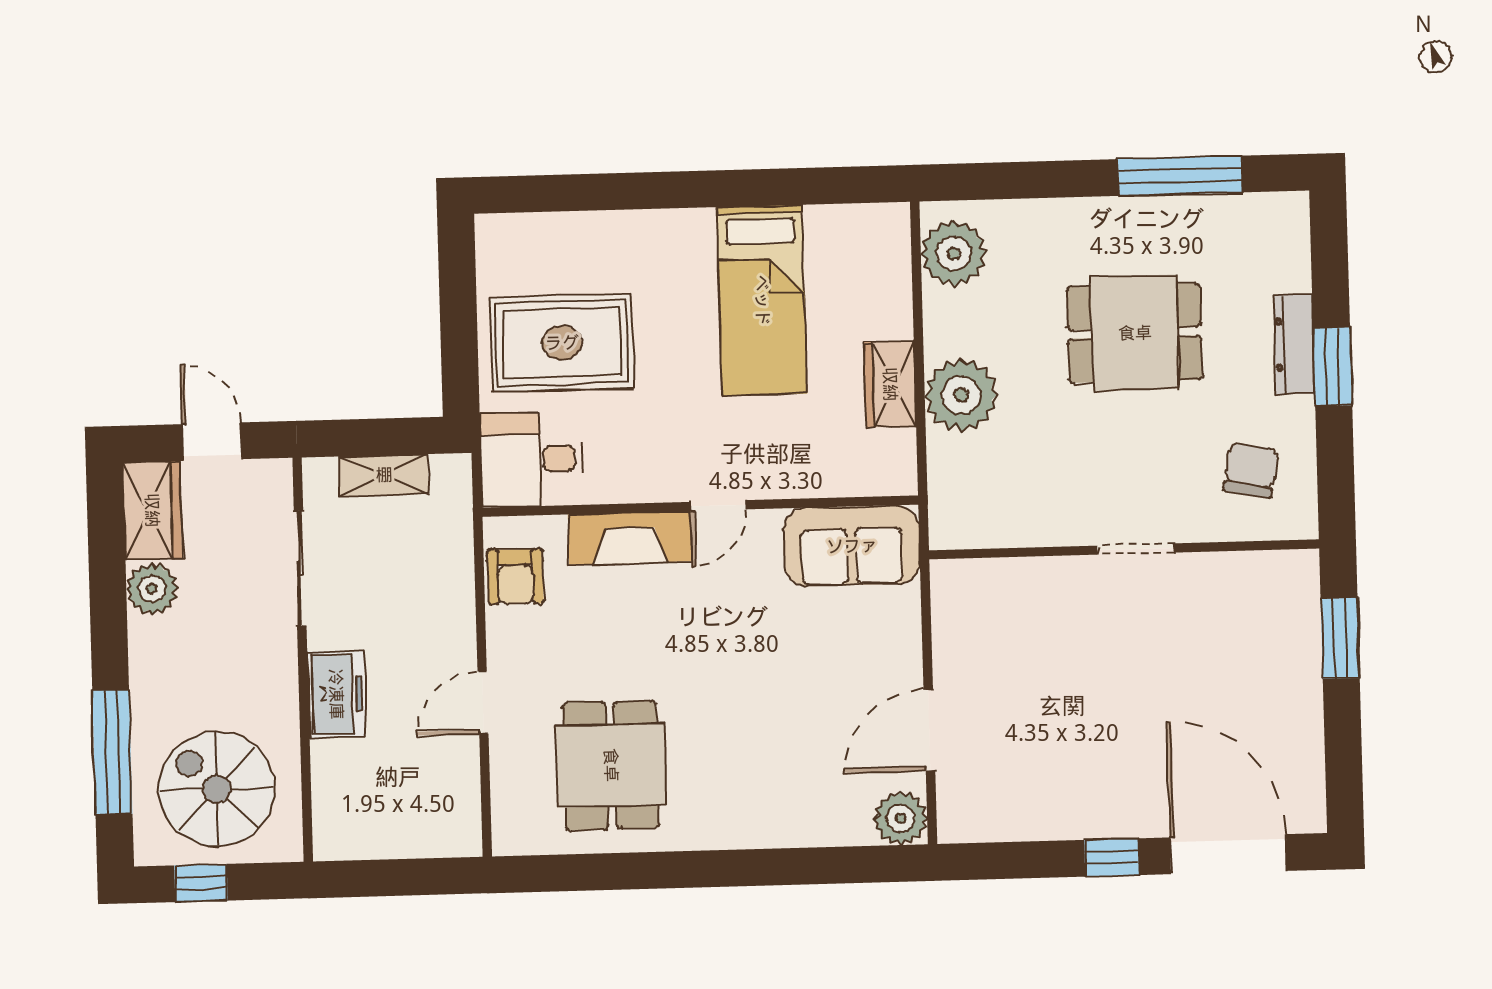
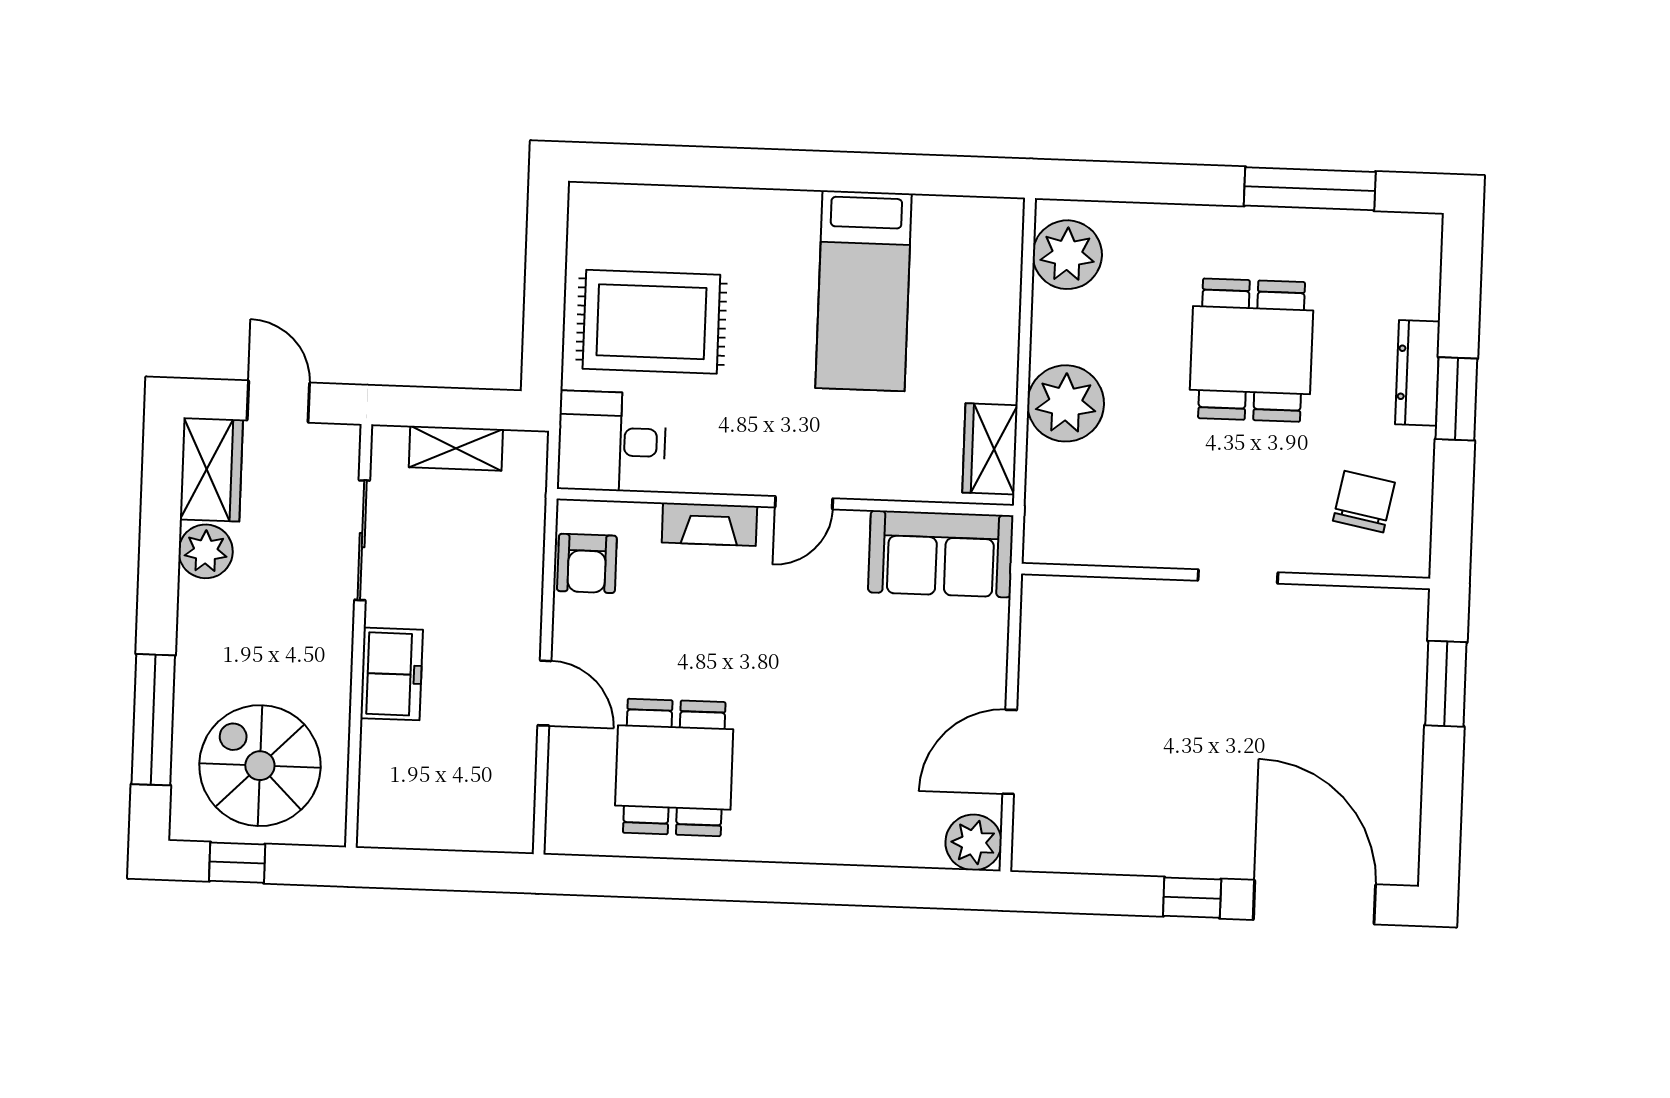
dining table: (1135, 333) -> (1252, 350), turned 90
wardrobe: (890, 384) -> (990, 449), moved
fireplace: (630, 538) -> (709, 524), width x0.73, depth x0.76
door: (483, 703) -> (544, 693), swing flipped

